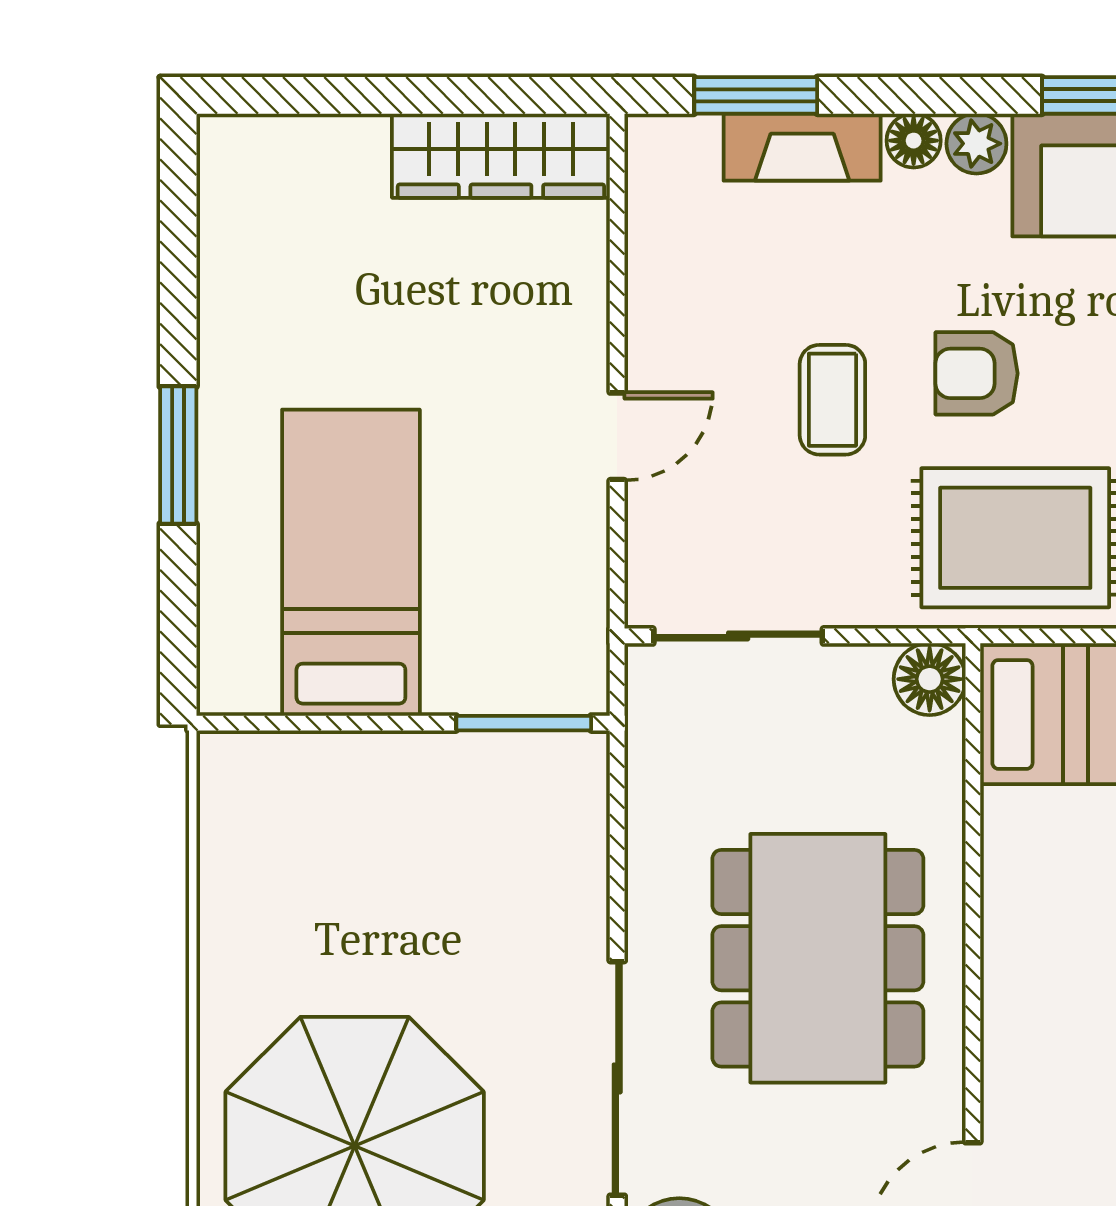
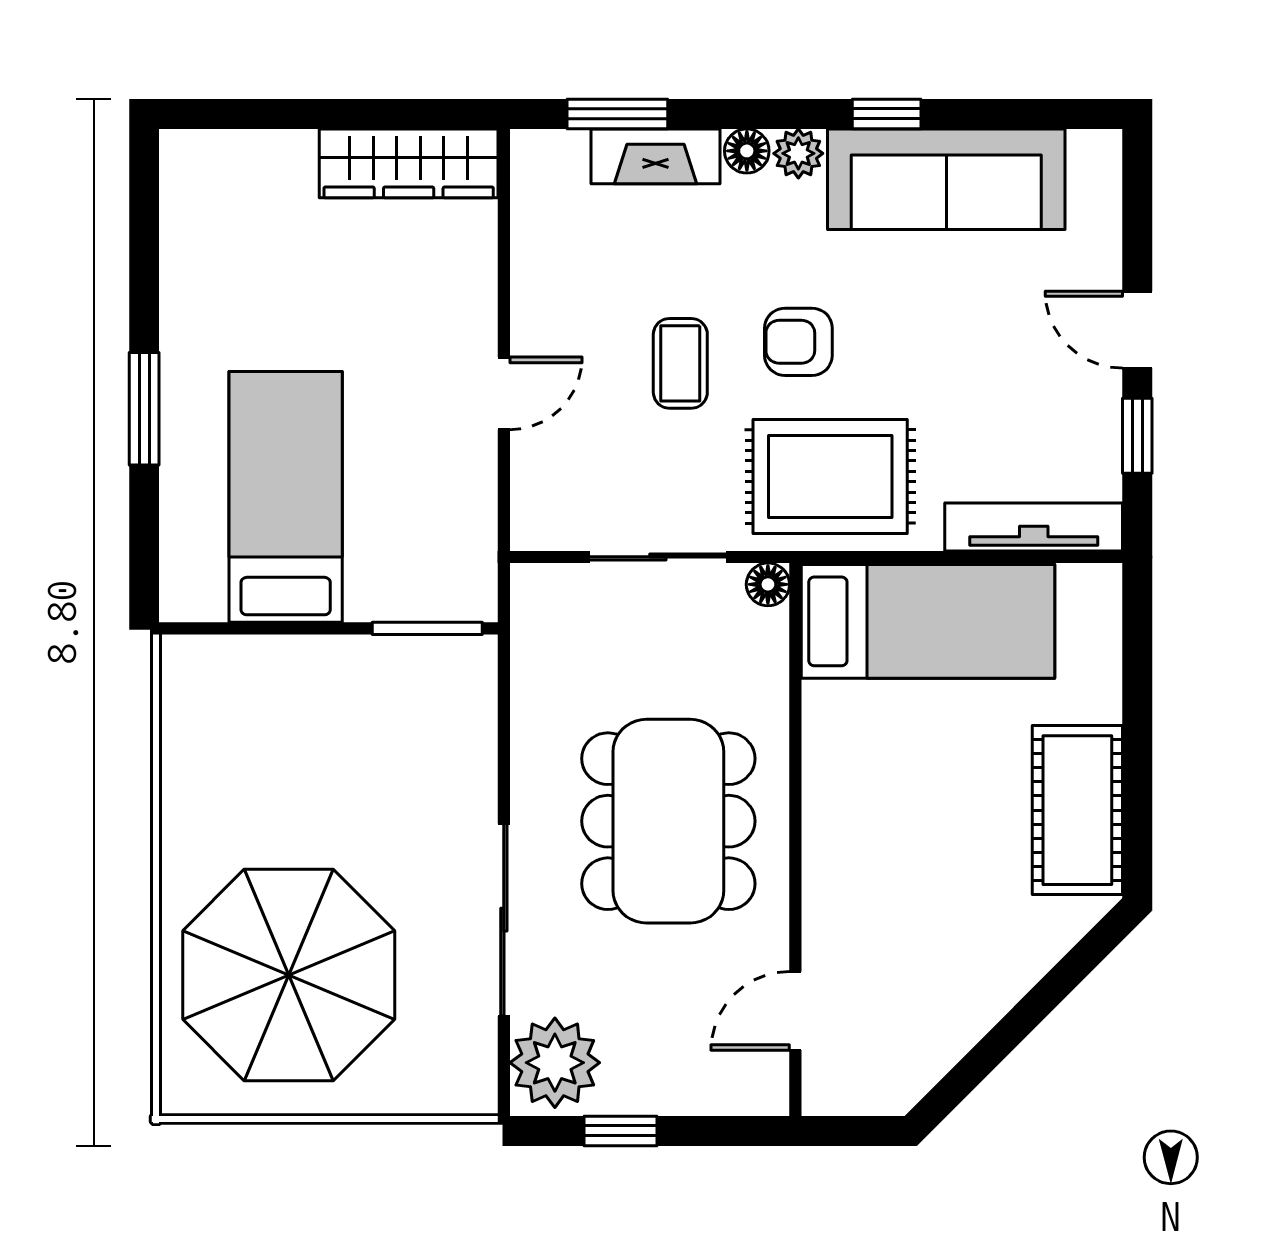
sliding door: (738, 636) -> (658, 557), moved
floor lamp: (930, 679) -> (768, 584), width x0.73, depth x0.73

